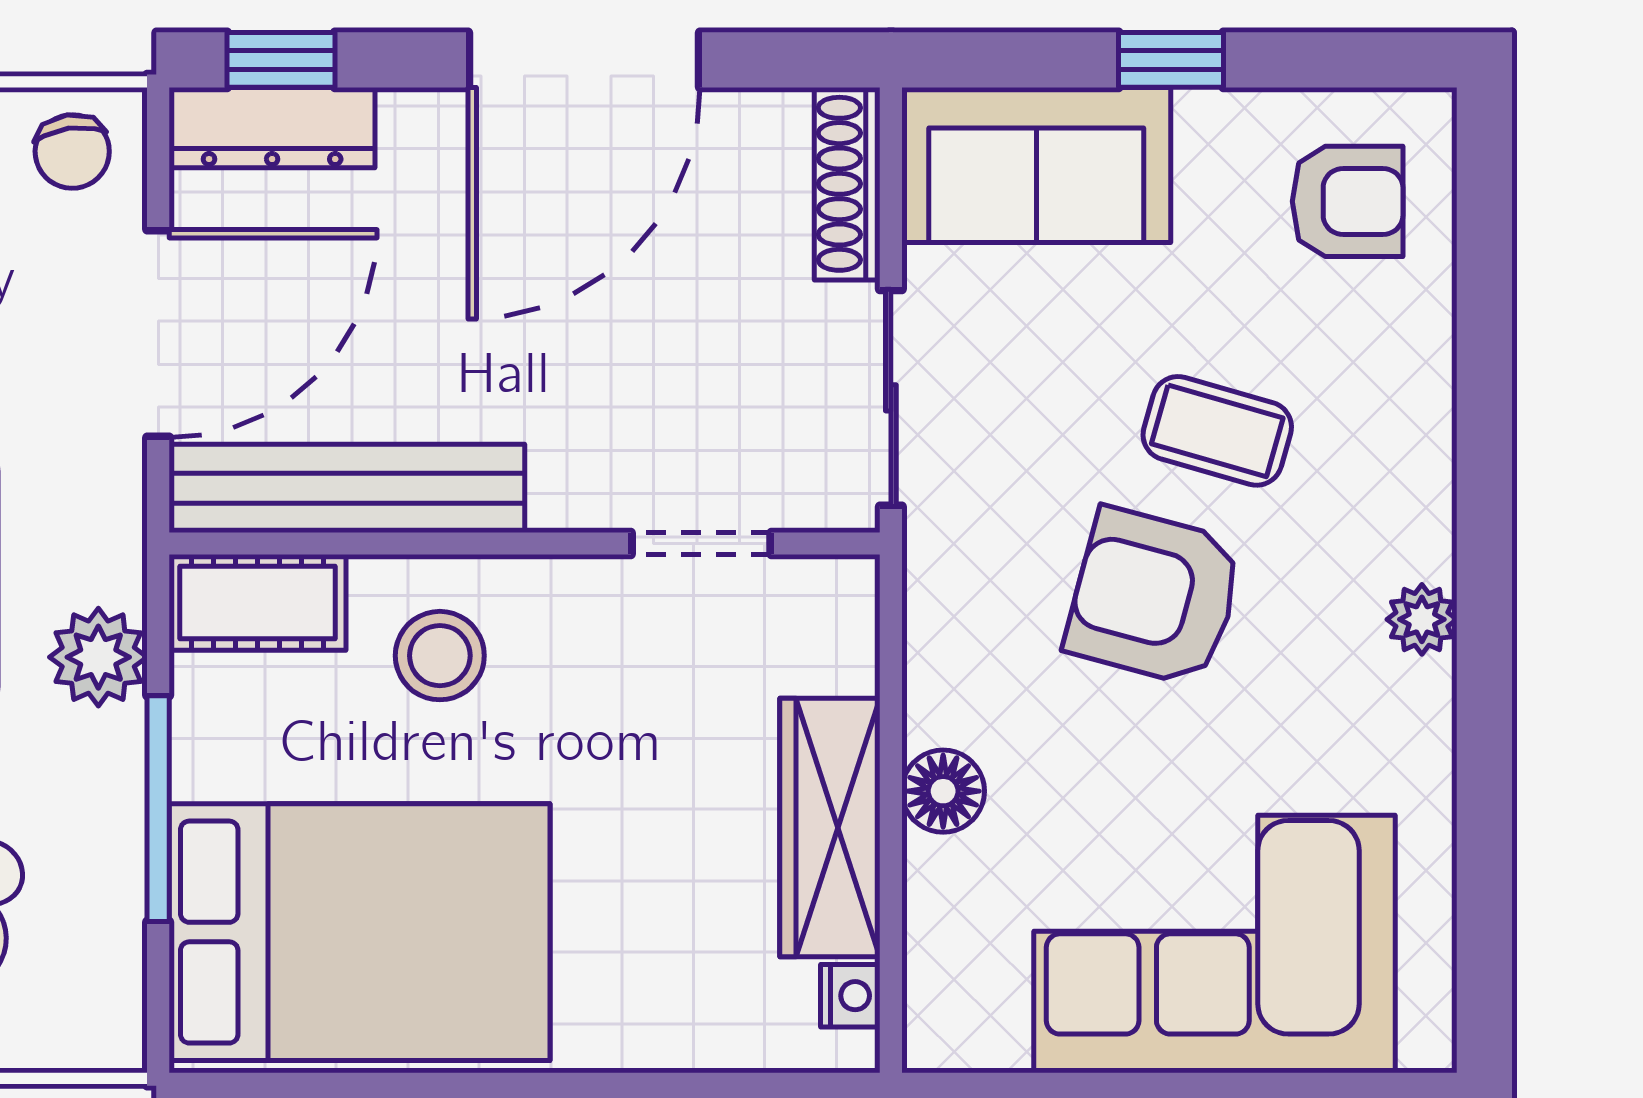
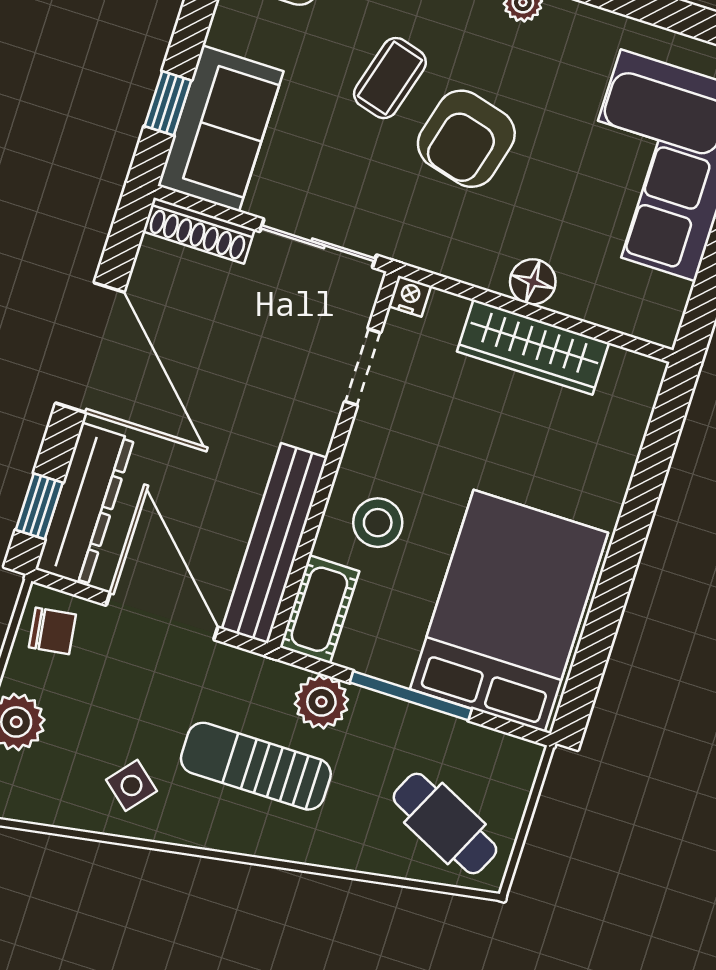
window: (1171, 60) -> (168, 103), moved
dresser: (272, 128) -> (85, 504), width x1.37, depth x1.24
nightstand: (850, 996) -> (410, 296), moved

